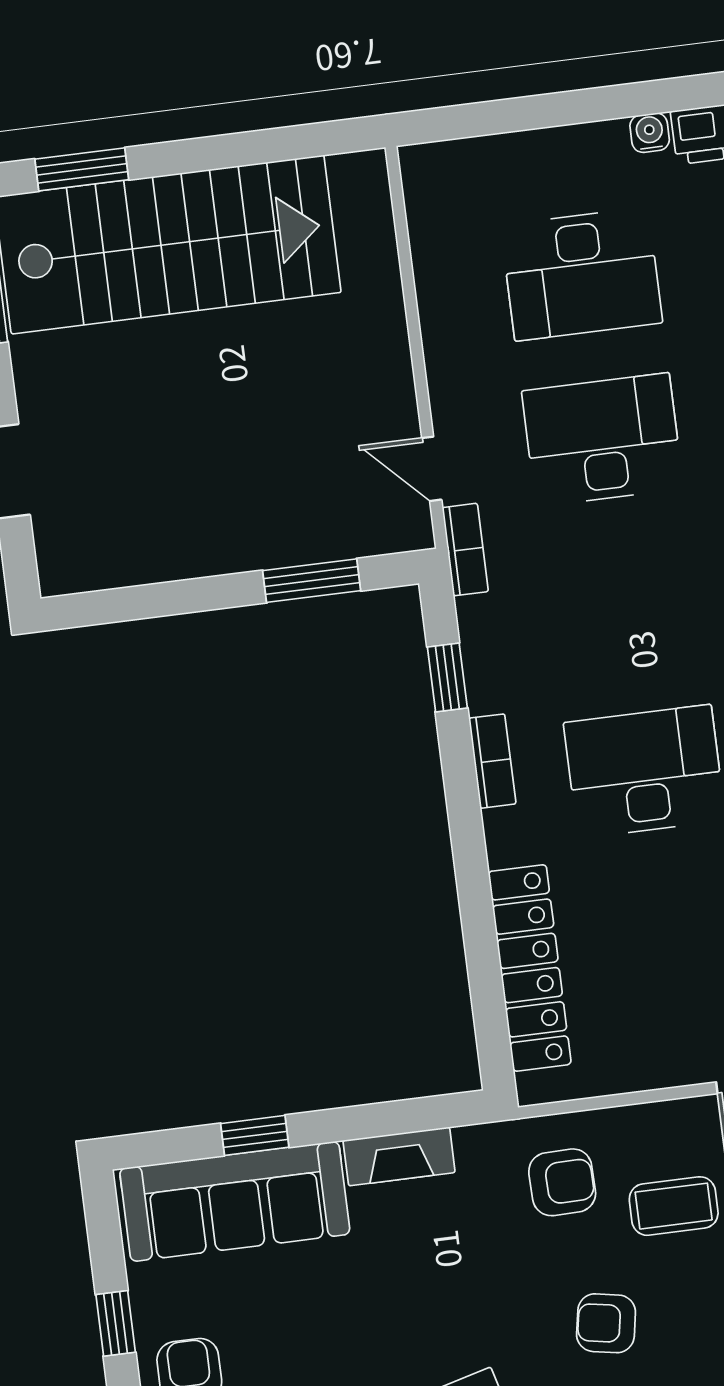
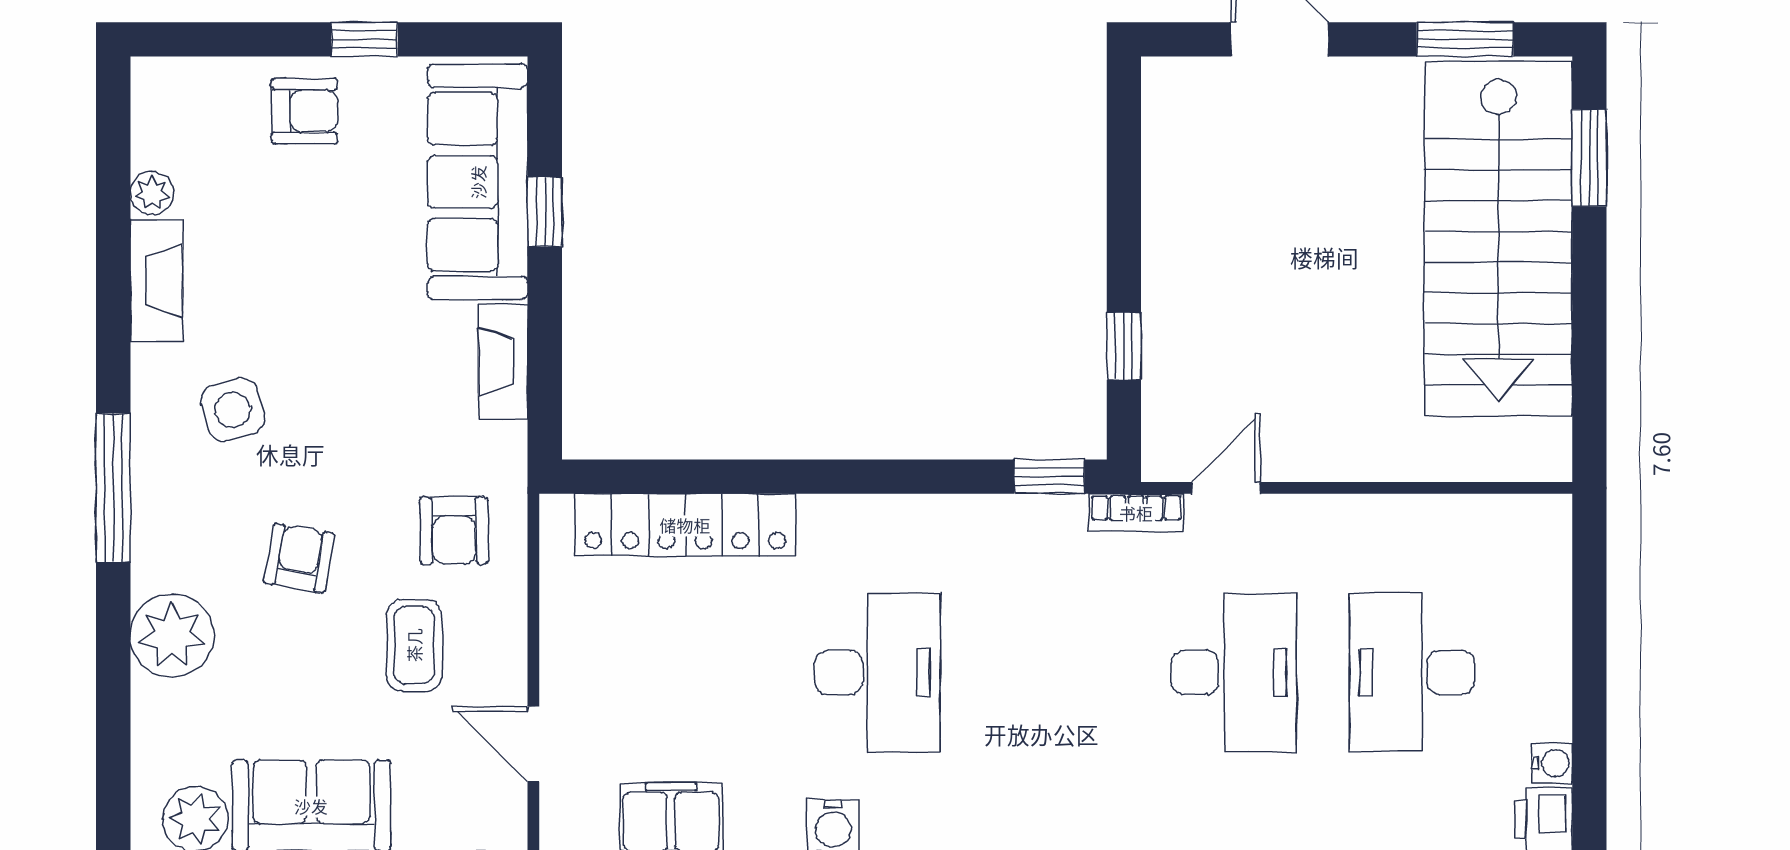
window: (312, 581) -> (1124, 346), width x0.67
window: (447, 677) -> (1049, 477), moved
bookcase: (492, 761) -> (909, 513), removed

